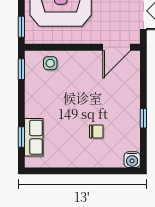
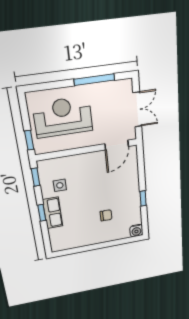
side table: (50, 63) -> (60, 185), moved
window: (21, 137) -> (42, 213), moved
row of seats: (34, 137) -> (53, 213), moved

